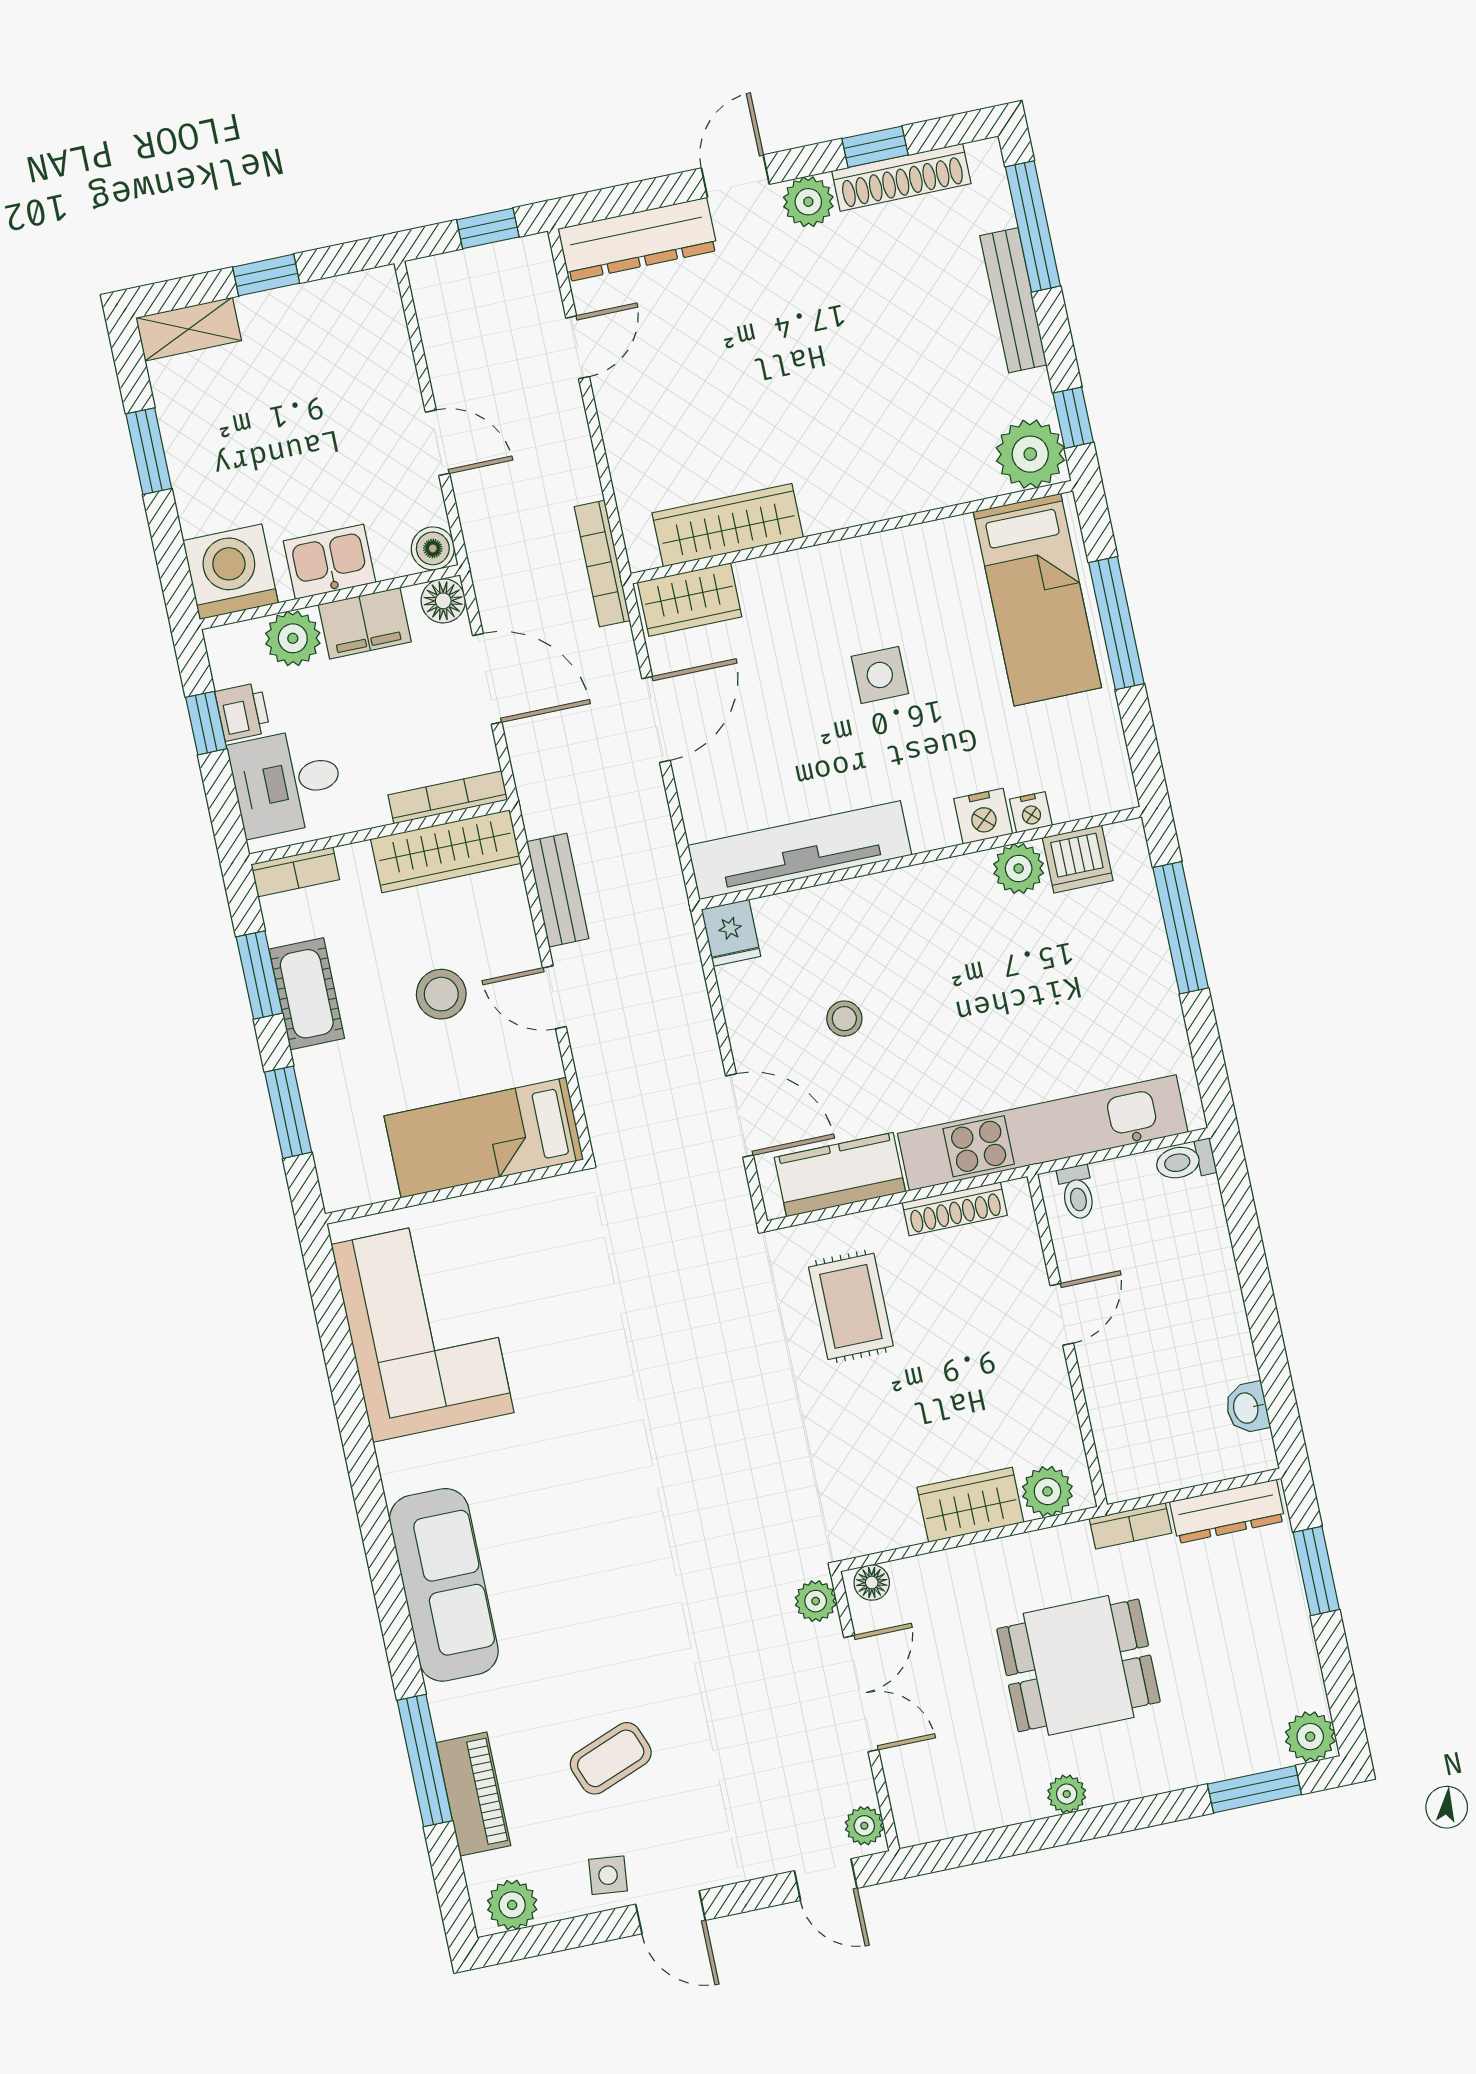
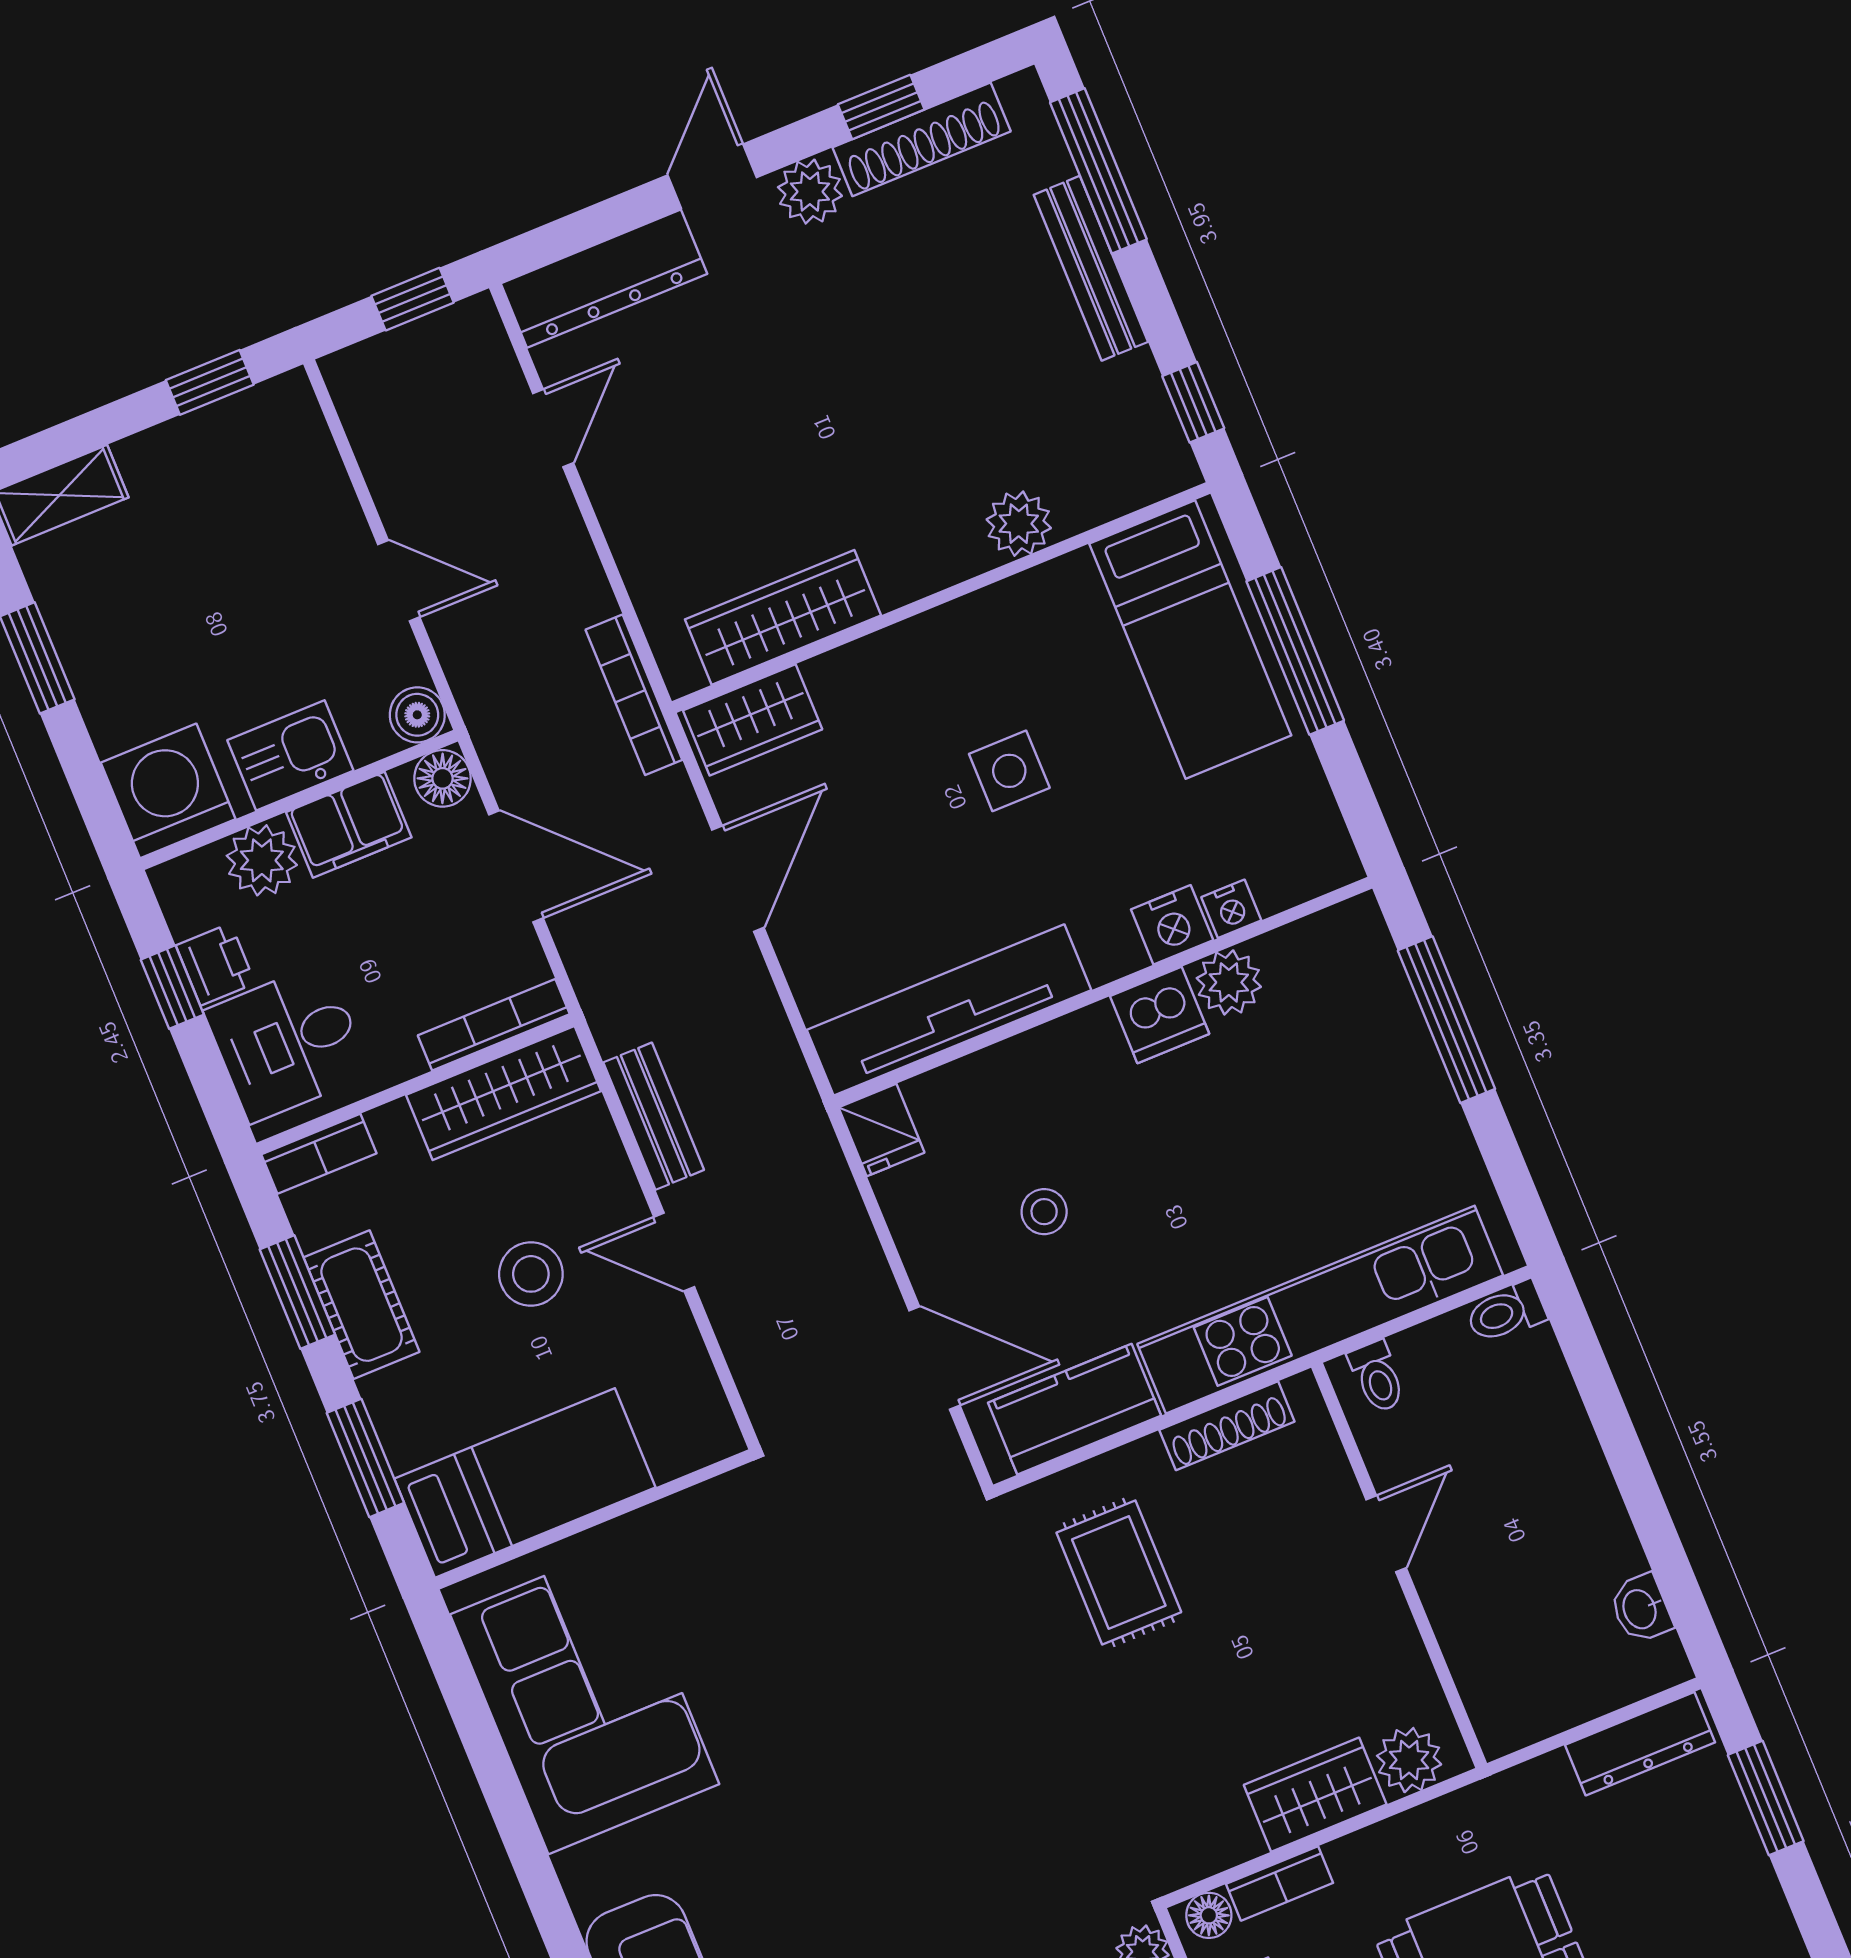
window: (266, 275) -> (210, 382), moved
plant: (1030, 454) -> (1019, 524), moved, width x0.73, depth x0.73
dishwasher: (1078, 859) -> (1160, 1015), moved
bed: (484, 1138) -> (525, 1483), moved, turned 180
bookcase: (1131, 1526) -> (1280, 1883), moved

